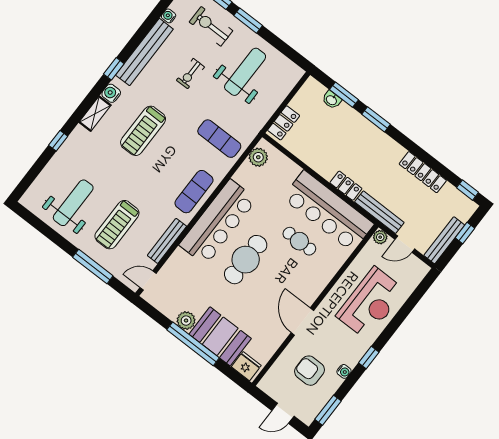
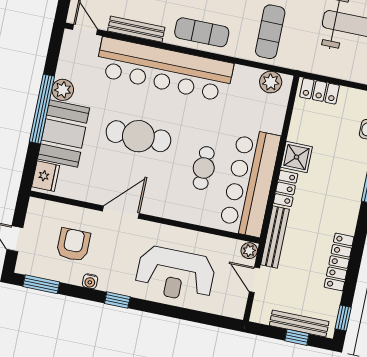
shower: (326, 165) -> (297, 157), added
bar counter: (218, 222) -> (164, 69), width x1.36
bench: (444, 240) -> (299, 324), moved
cafe table: (246, 260) -> (138, 136), moved

